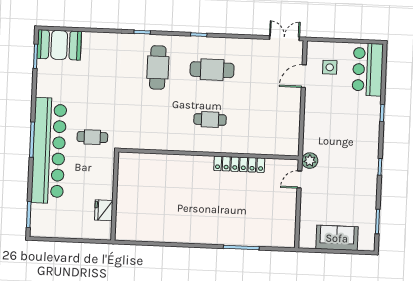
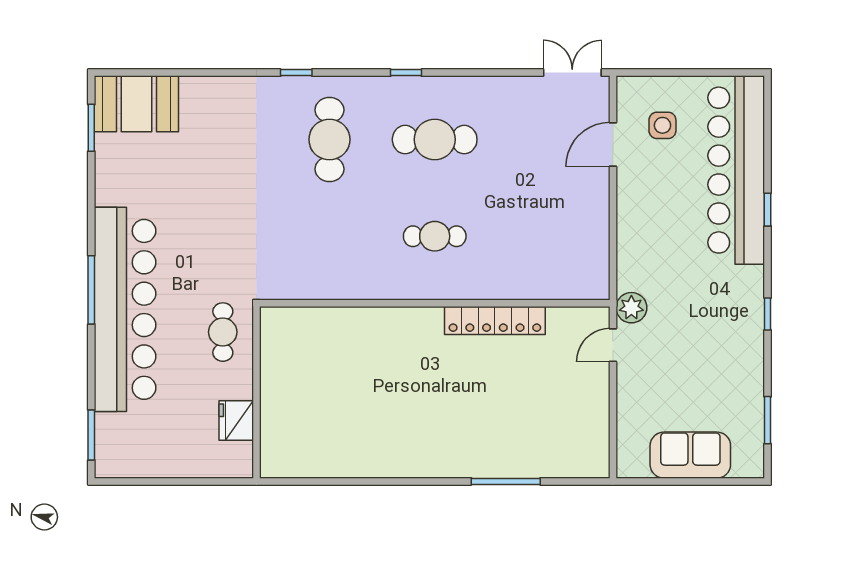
bar counter: (368, 69) -> (736, 170), width x1.86
cafe table: (92, 137) -> (223, 332), moved, turned 90

